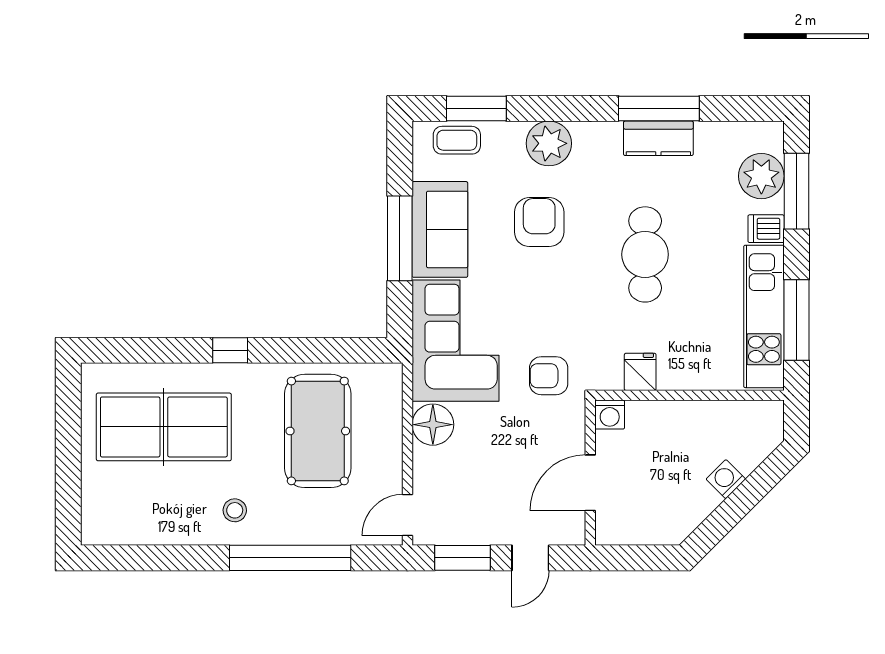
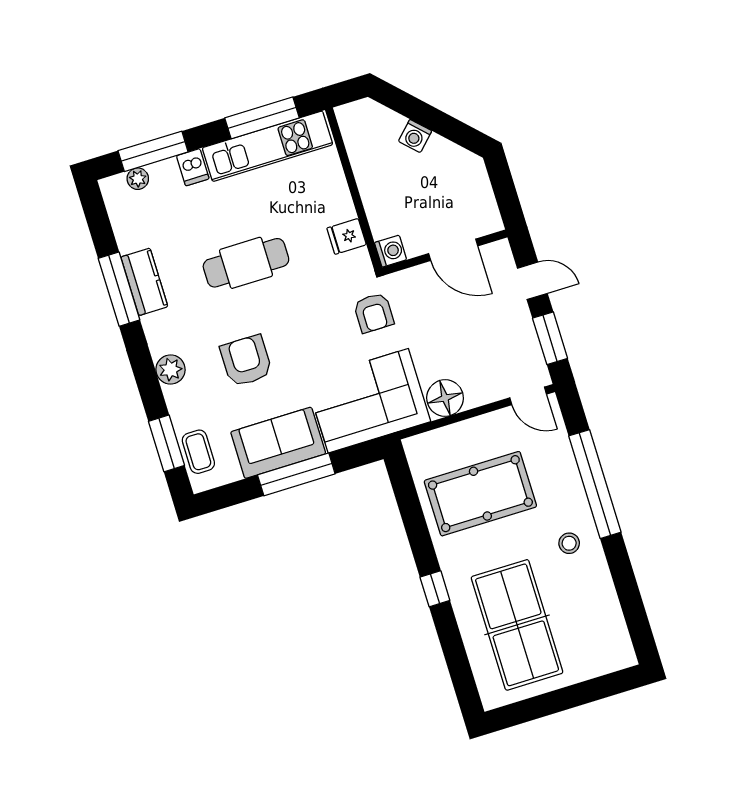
plant: (549, 143) -> (171, 370), width x0.73, depth x0.73
plant: (761, 176) -> (138, 179), width x0.53, depth x0.53
armchair: (539, 222) -> (246, 361), turned 90

